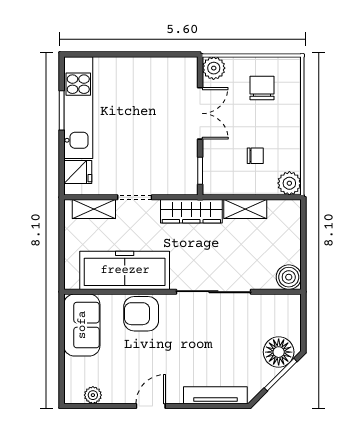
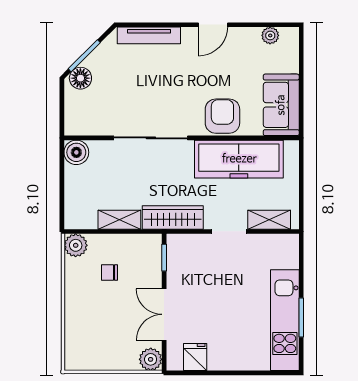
chair: (262, 88) -> (103, 340), removed
fridge: (78, 172) -> (195, 357), moved, turned 90
armchair: (141, 314) -> (222, 116), turned -90
floor lamp: (279, 352) -> (80, 78), width x0.73, depth x0.73

